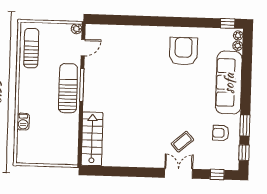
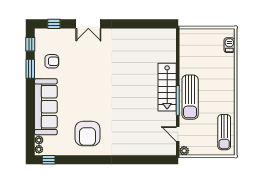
door: (83, 48) -> (178, 134), hinge flipped
barbecue: (23, 122) -> (229, 45), moved
stairs: (92, 139) -> (167, 87), moved
coffee table: (182, 142) -> (86, 52), removed

